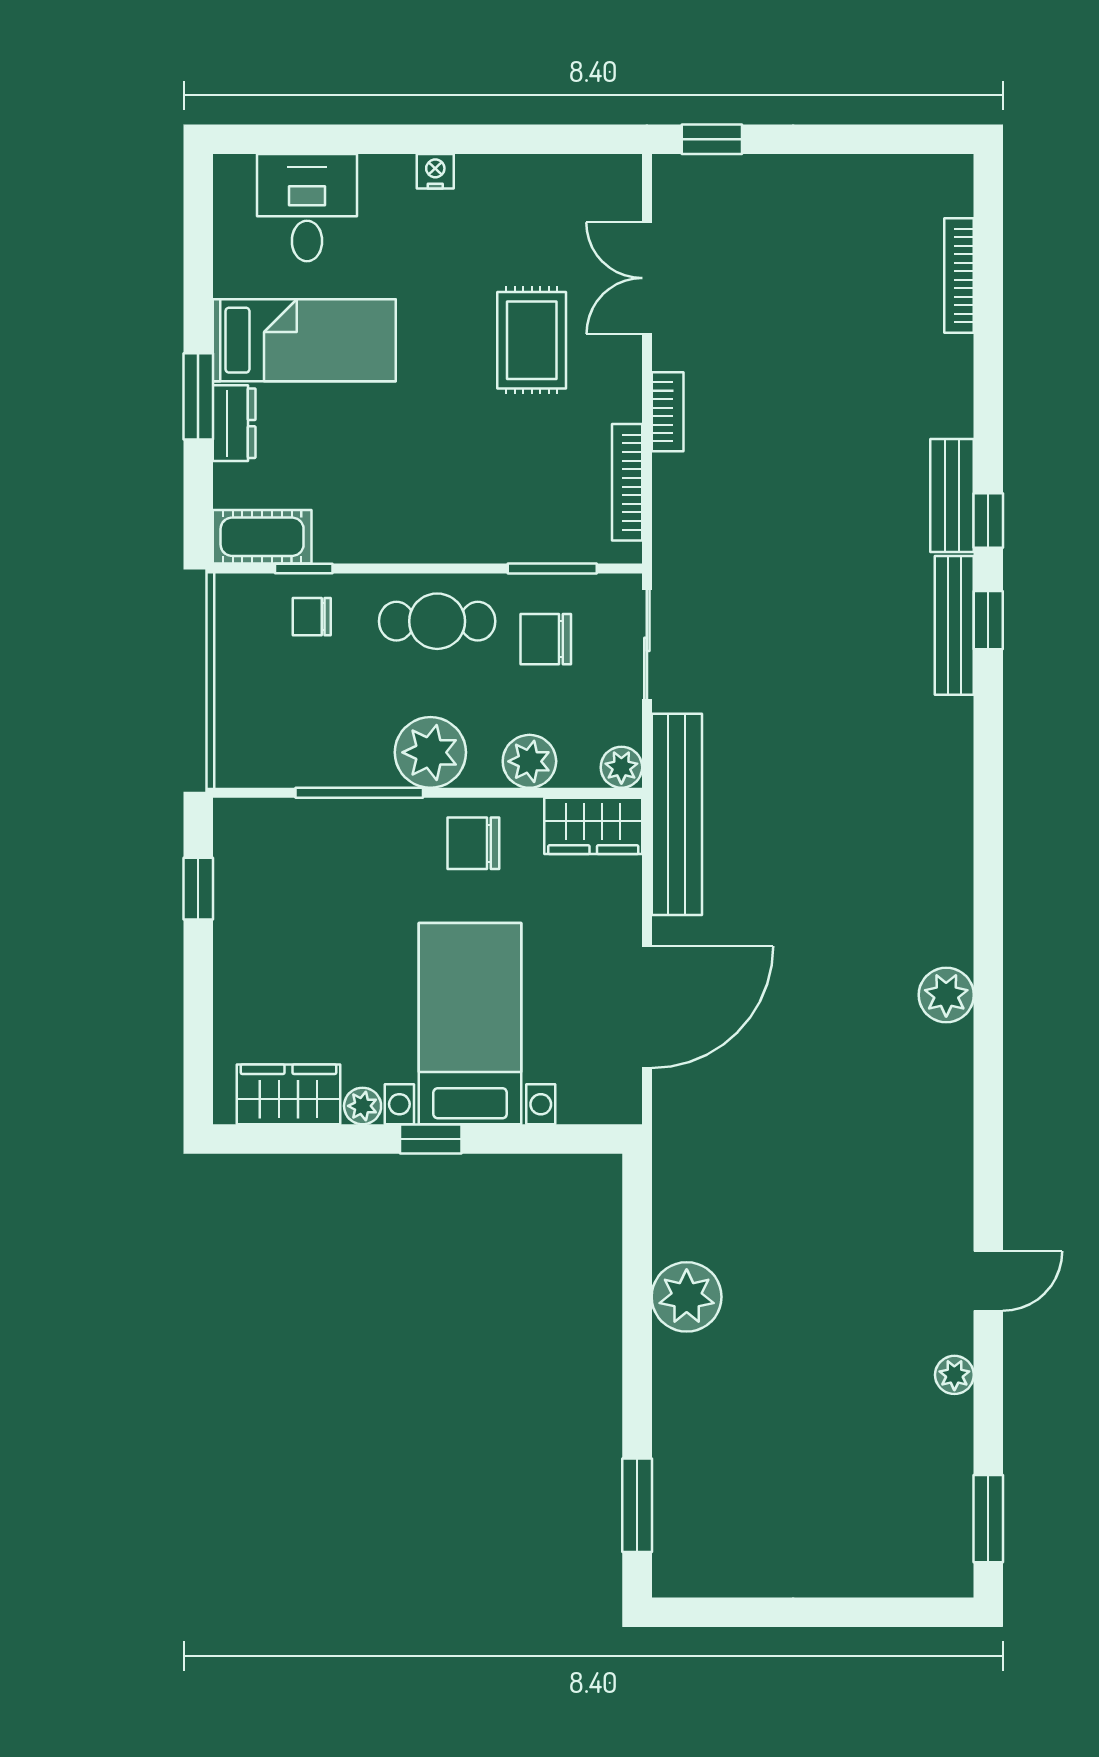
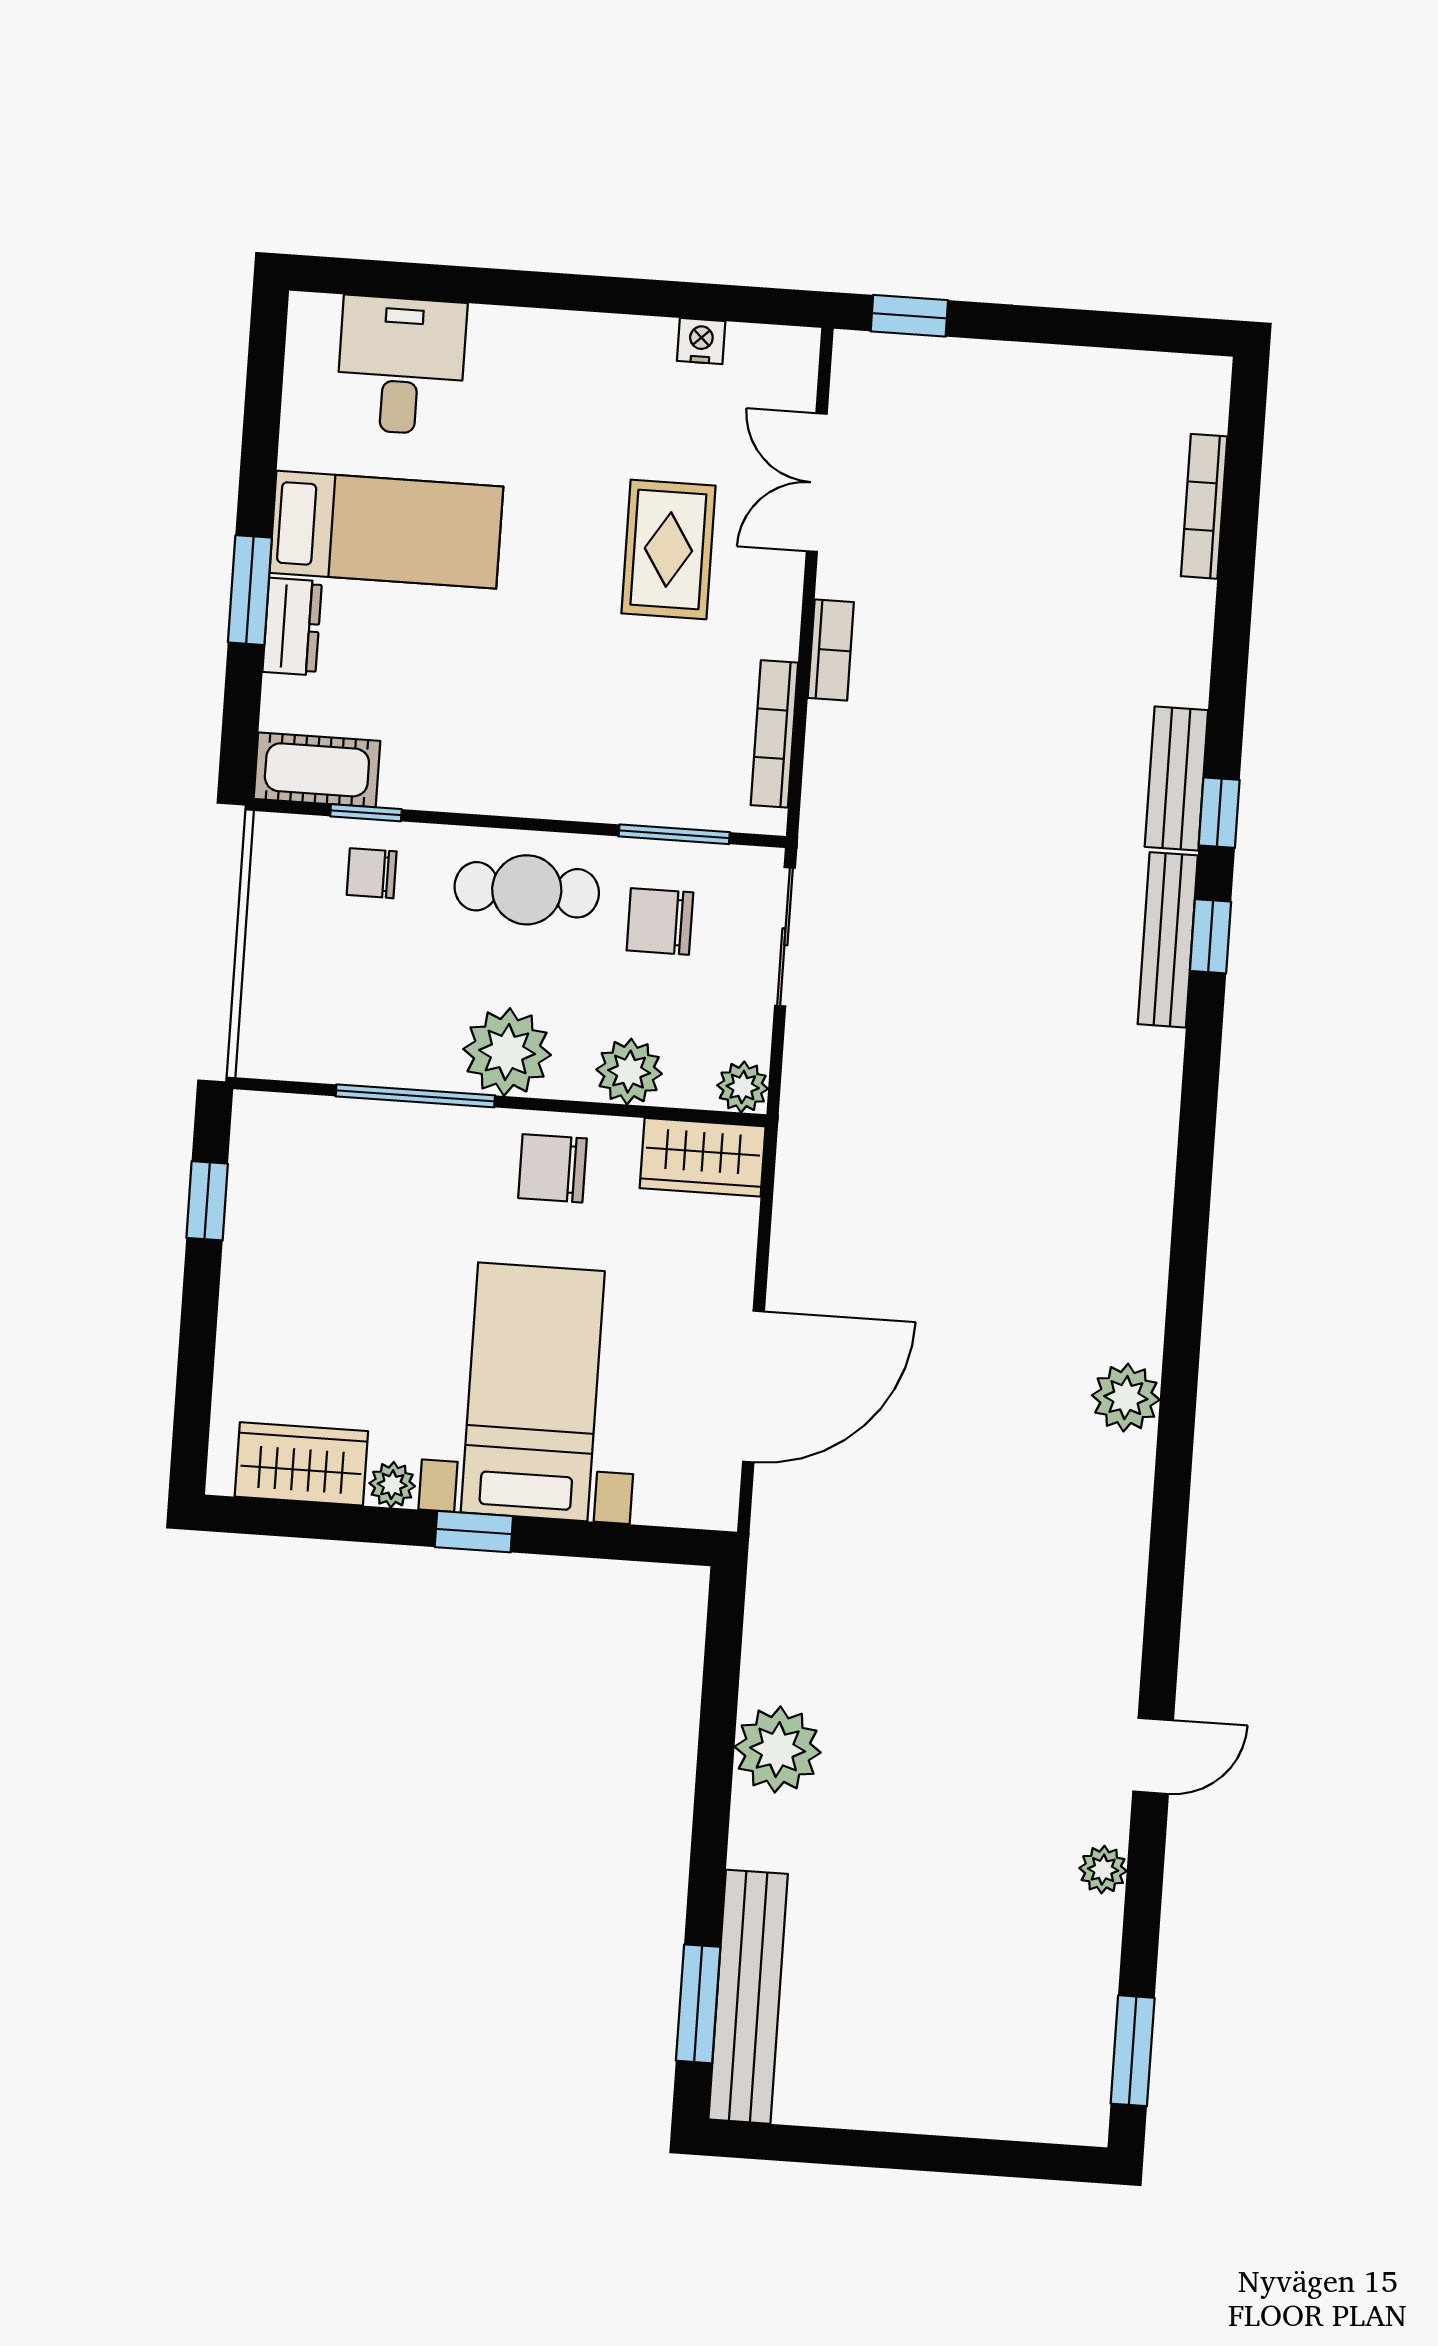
nightstand: (435, 171) -> (701, 341), moved
bench: (677, 814) -> (748, 1997), moved

